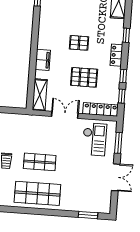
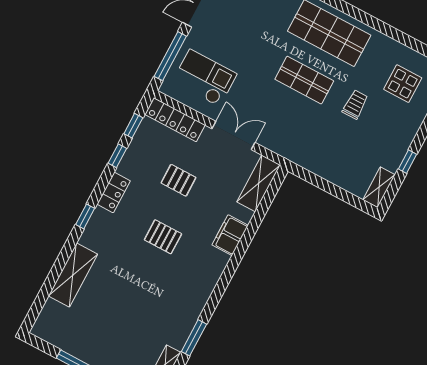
pallet: (84, 77) -> (179, 180), width x0.67, depth x0.71
double door: (65, 115) -> (234, 136), swing flipped
checkout: (94, 139) -> (205, 78), turned 90
window: (118, 143) -> (170, 56), width x1.44

